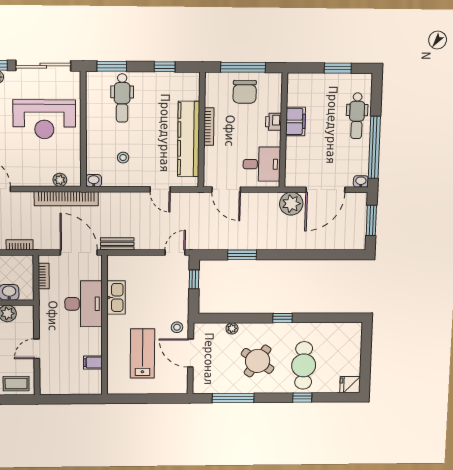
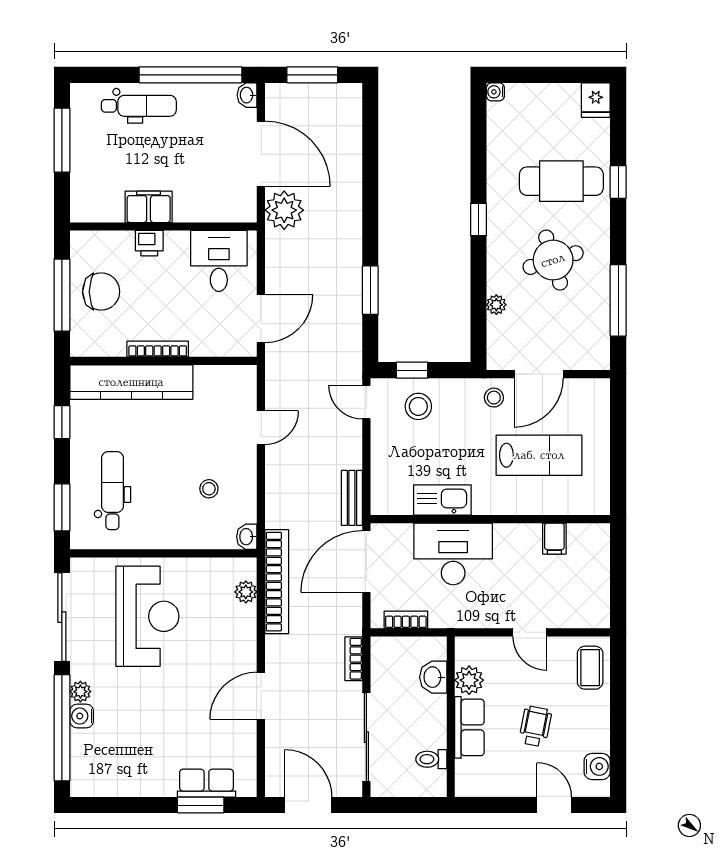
window: (338, 68) -> (62, 140), width x1.44
dental chair: (122, 98) -> (112, 491), turned -90
kitchen counter: (189, 139) -> (131, 382), moved
stool: (172, 283) -> (418, 406), added
water cooler: (357, 327) -> (495, 92), added
lab bench: (143, 353) -> (539, 455), turned 180
round table: (258, 361) -> (553, 260), turned 38

